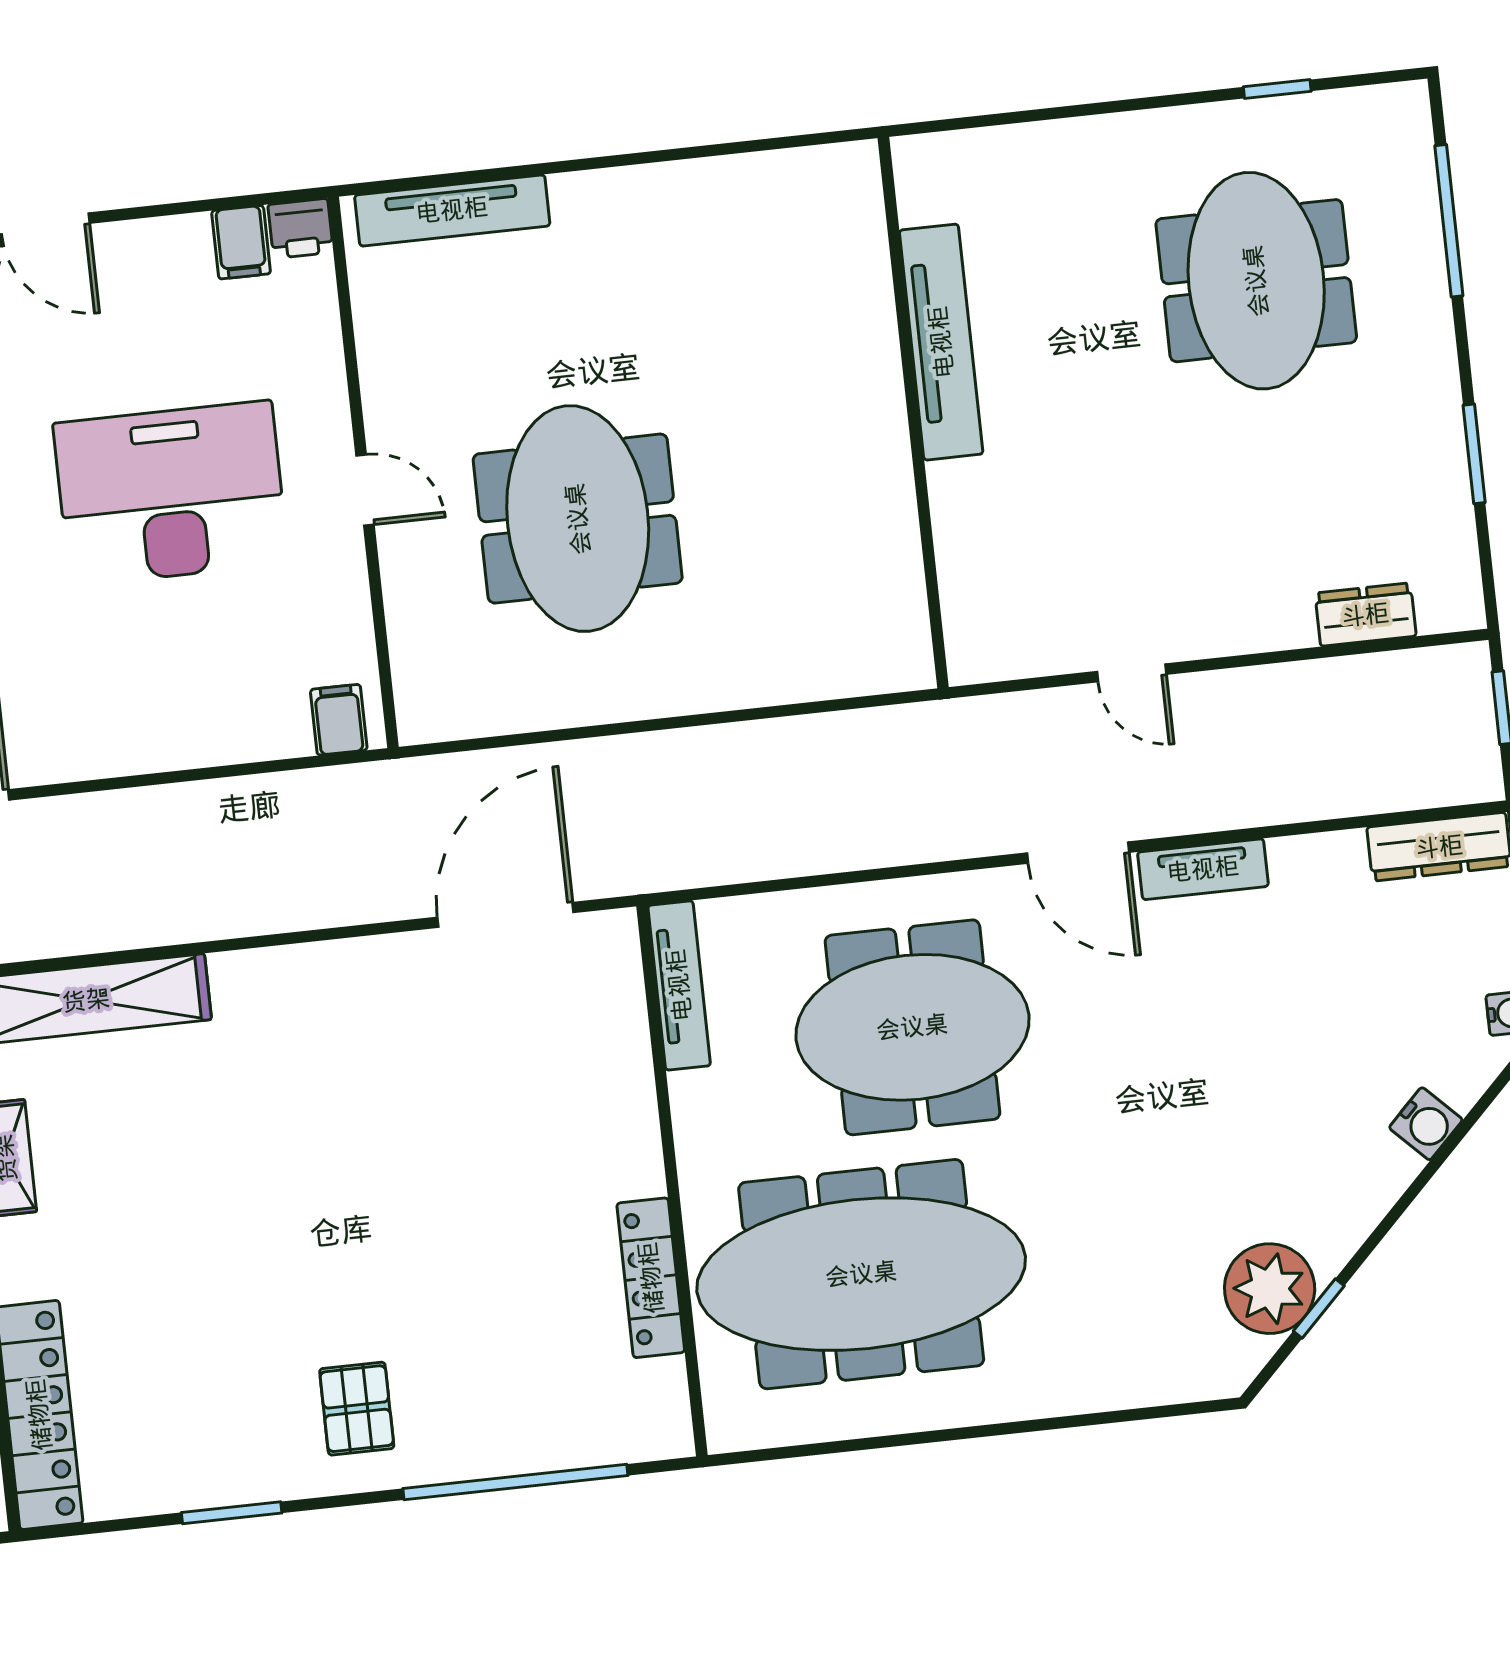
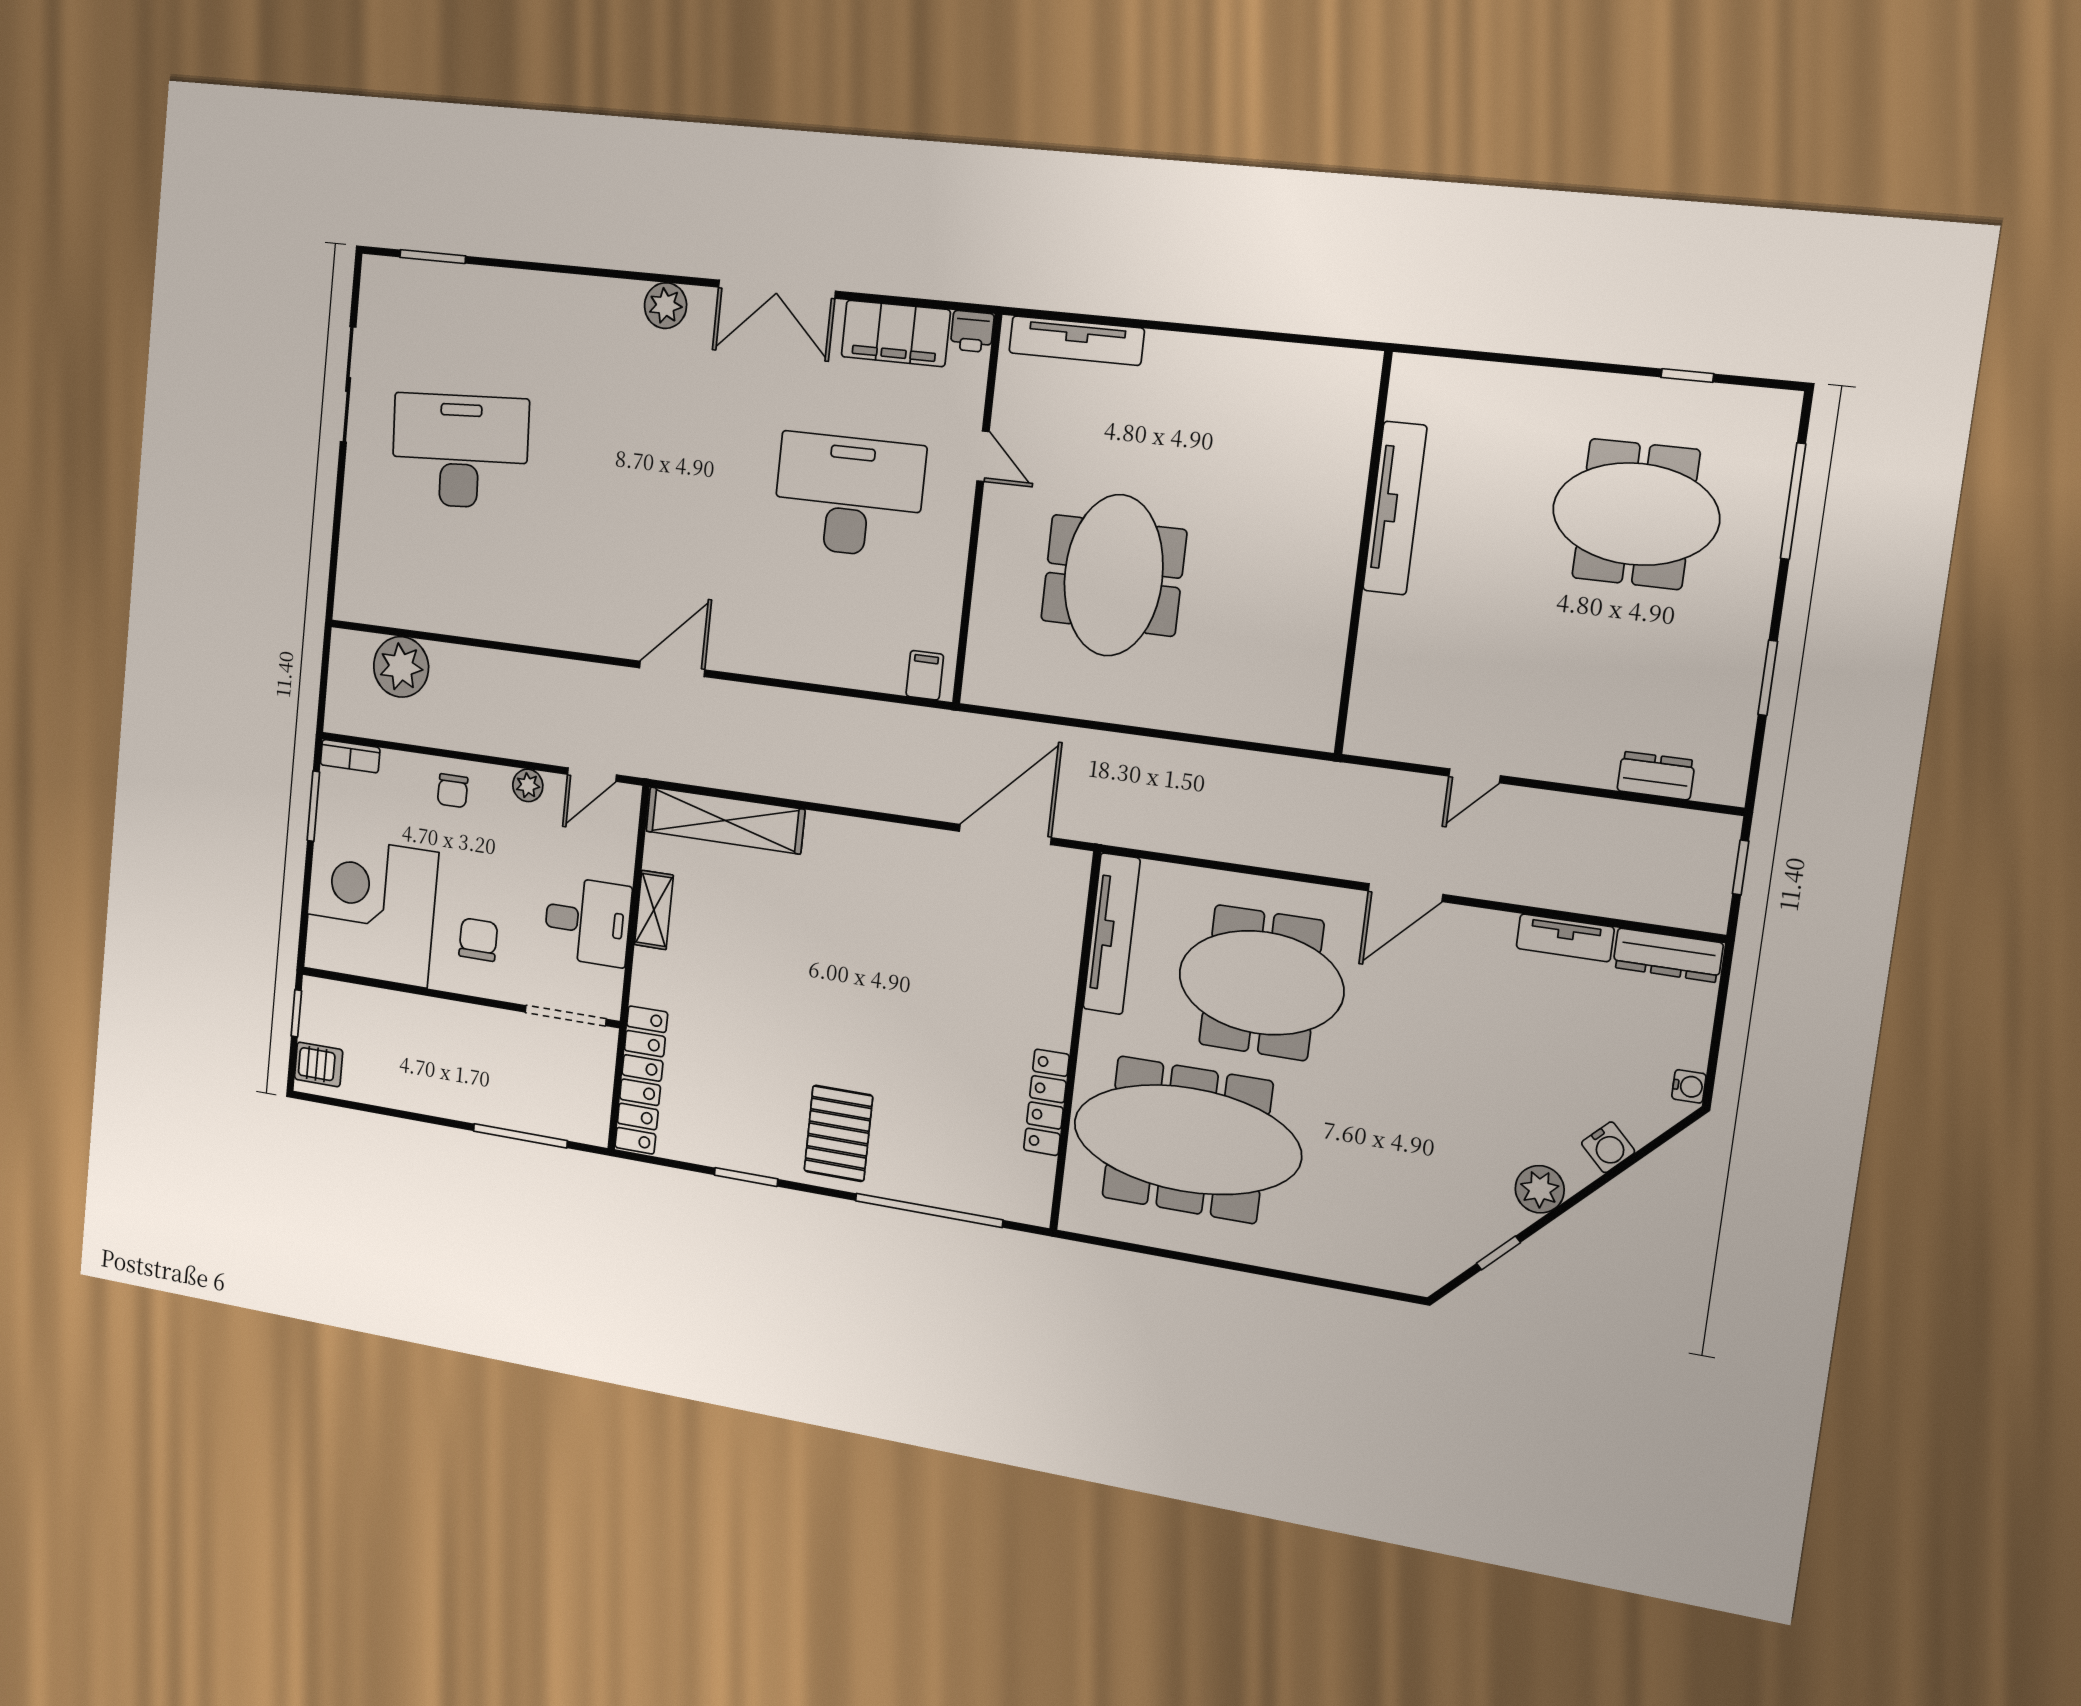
filing cabinet: (241, 242) -> (896, 333), width x3.00, depth x1.17
meeting table: (1256, 281) -> (1636, 514), turned 90
door: (365, 490) -> (983, 456), moved
door: (1132, 673) -> (1475, 776), hinge flipped
door: (1078, 853) -> (1405, 893), hinge flipped
tv unit: (1203, 869) -> (1565, 938), moved
tv unit: (679, 985) -> (1112, 934), width x1.36, depth x1.29
plant: (1270, 1289) -> (1540, 1189), moved, width x0.73, depth x0.73
pallet: (357, 1409) -> (838, 1133), width x1.50, depth x1.42

